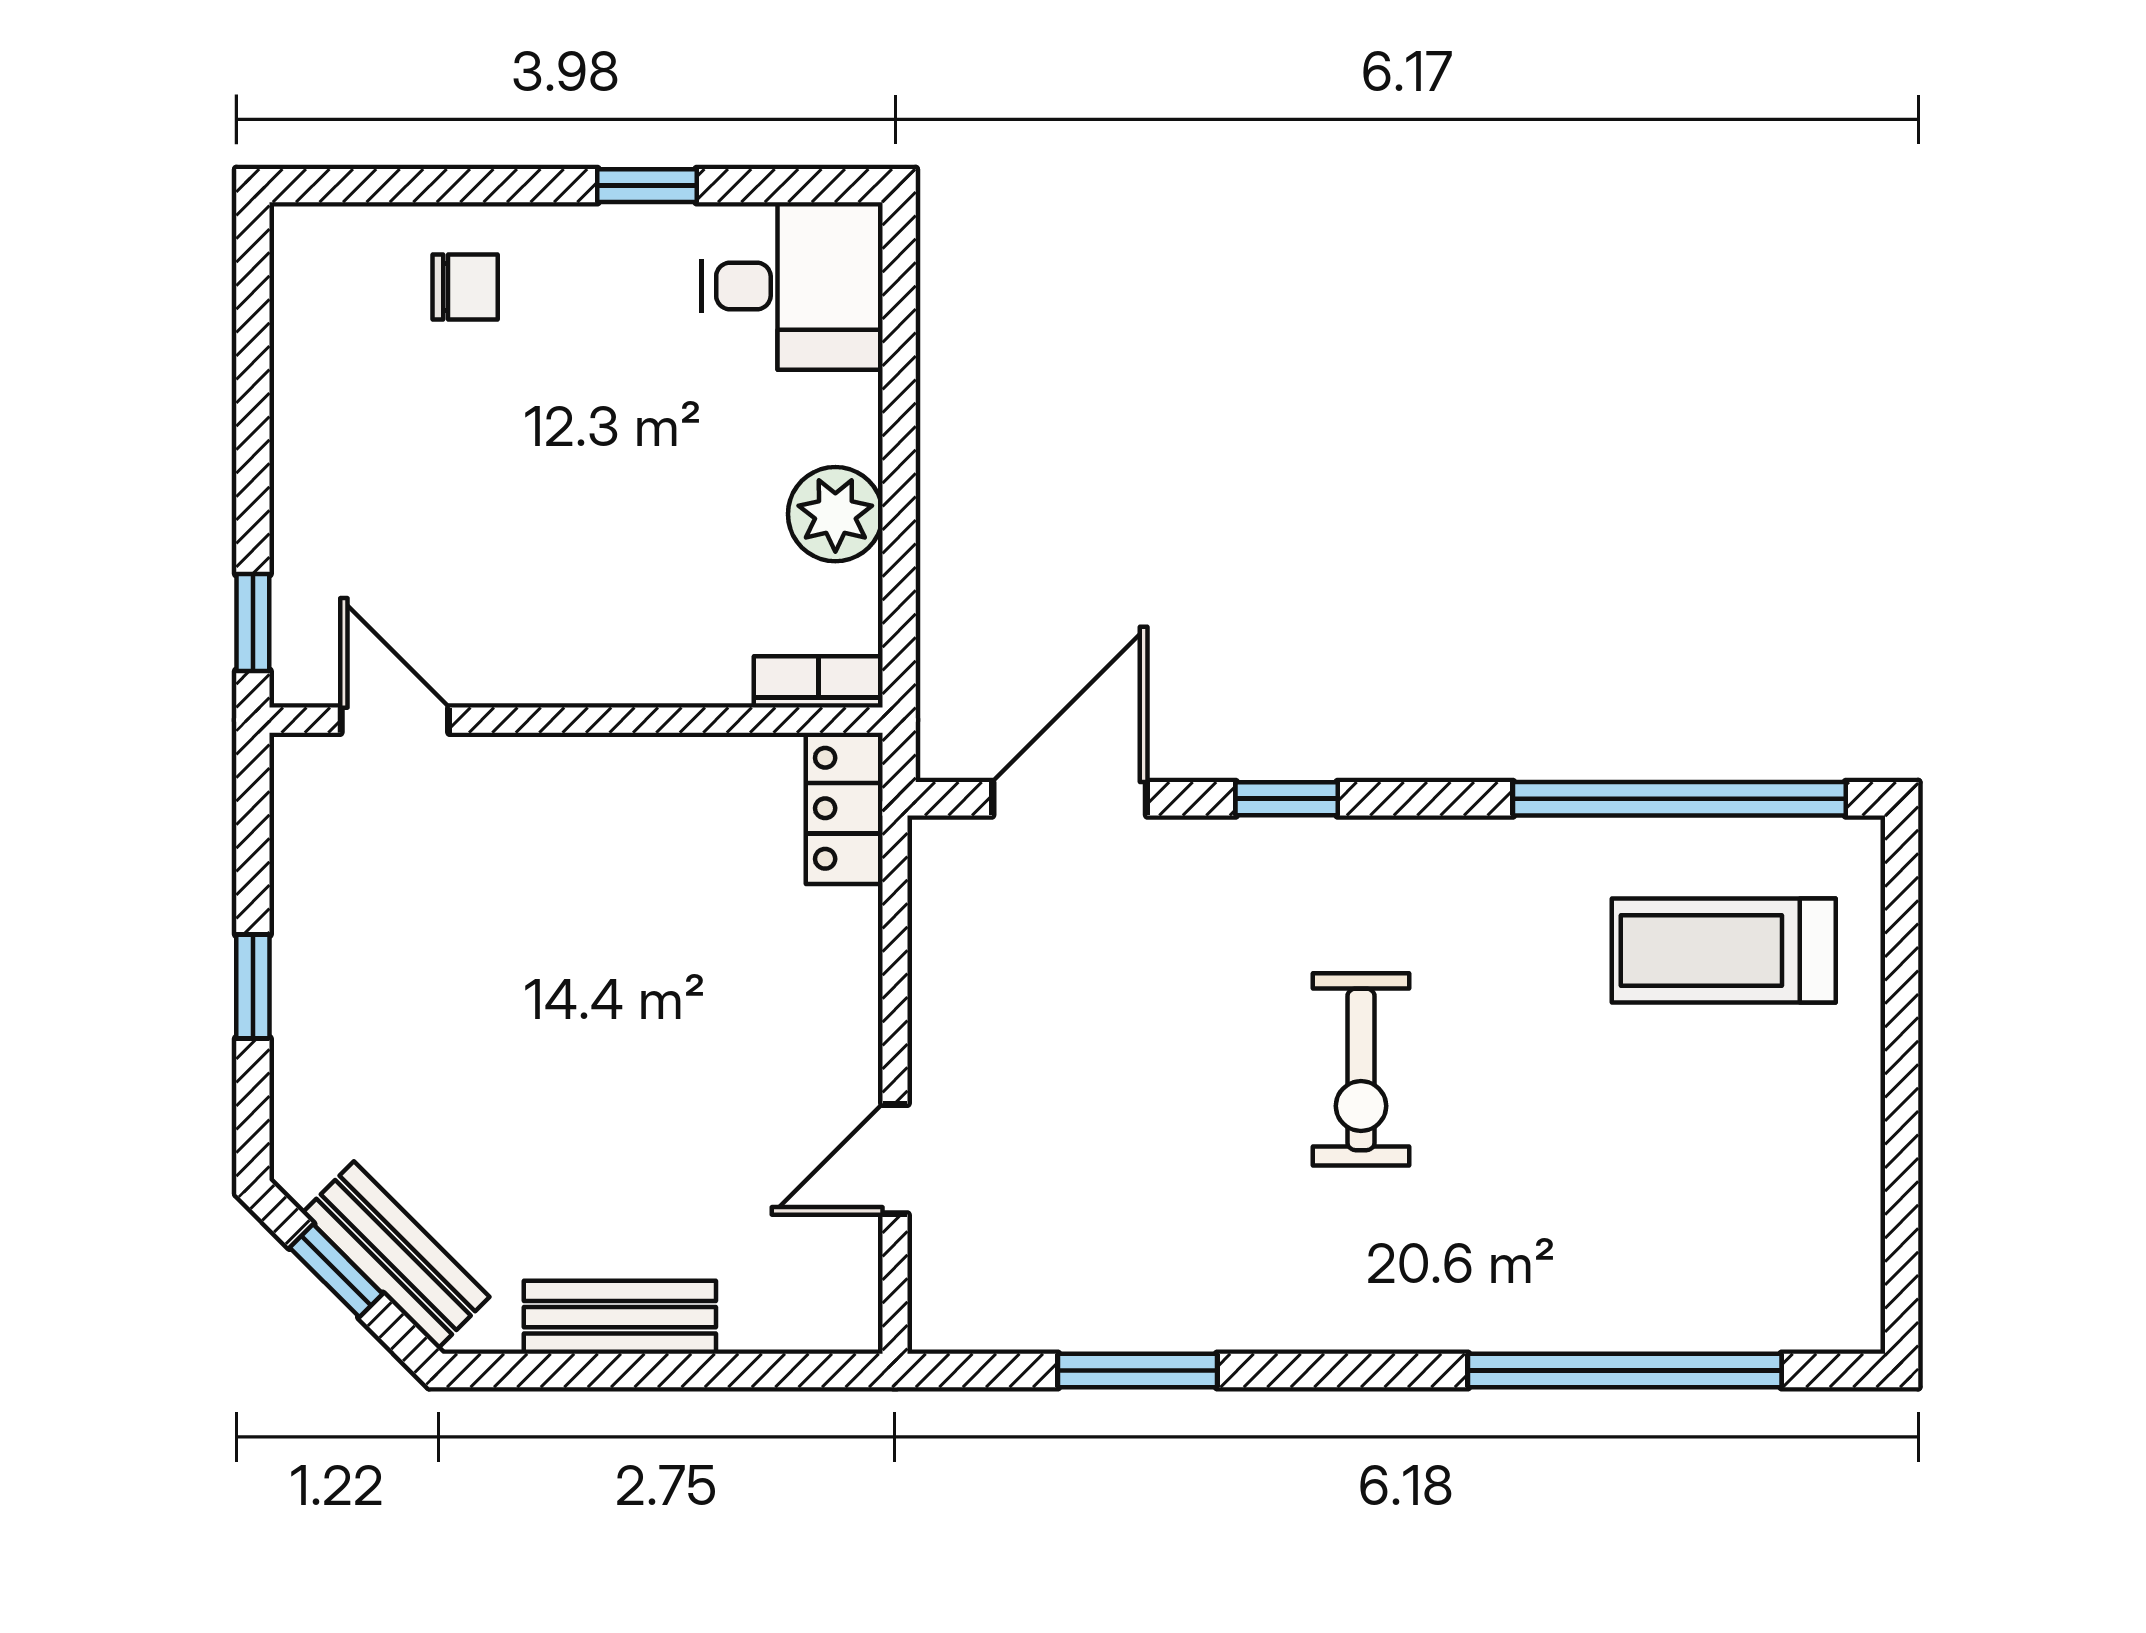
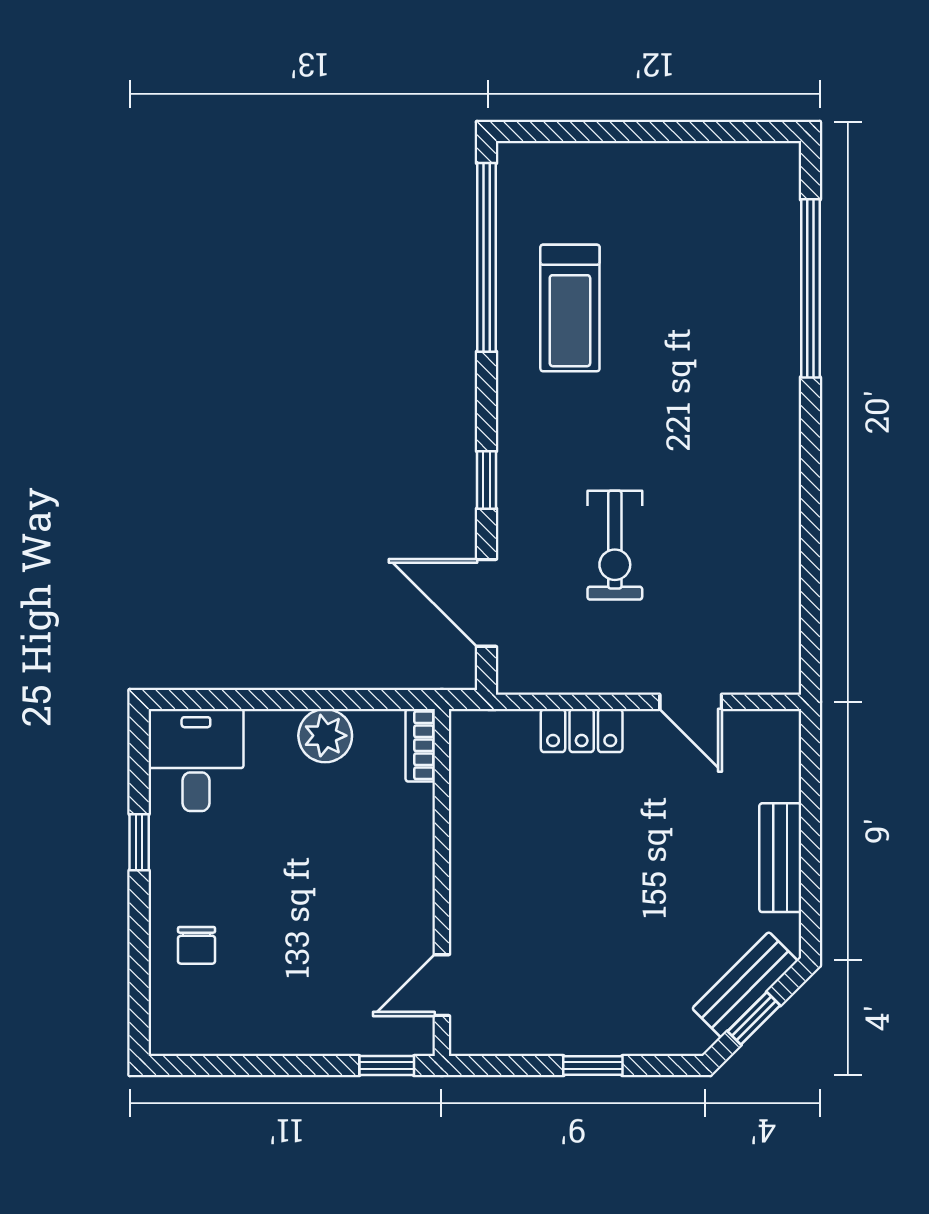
chair: (465, 287) -> (197, 945), turned 180
locker: (844, 808) -> (582, 731), moved
treadmill: (1724, 950) -> (570, 308), moved
exercise bike: (1361, 1069) -> (615, 545), moved, turned 90
window: (1137, 1370) -> (810, 564), removed

